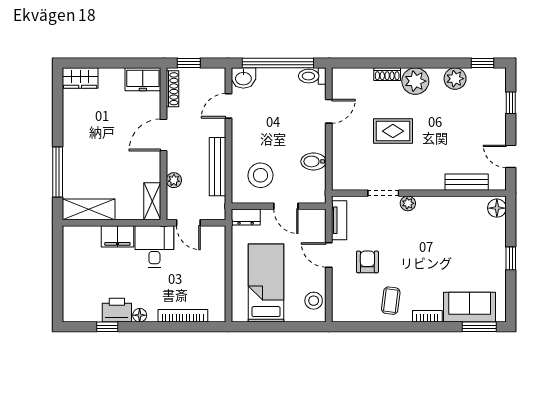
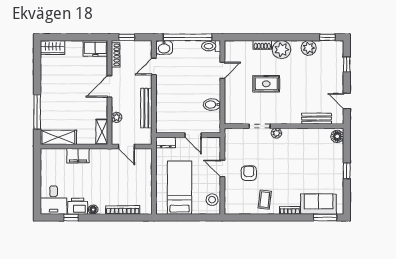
stool: (260, 175) -> (176, 114), removed
tv unit: (339, 220) -> (229, 145), removed
desk: (154, 246) -> (53, 200), moved, turned 180

